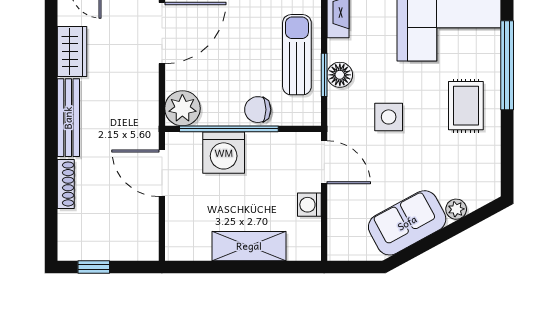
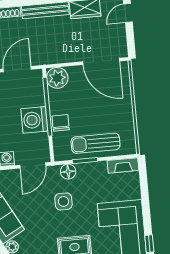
sun lounger: (297, 55) -> (96, 143), turned 180
floor lamp: (340, 75) -> (68, 172), moved
washing machine: (224, 153) -> (34, 120), moved

